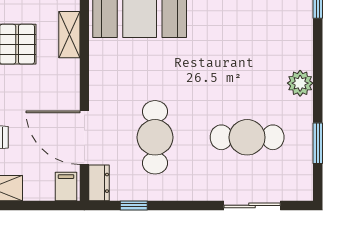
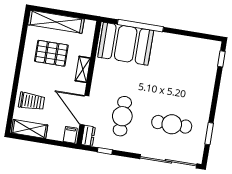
shelving: (69, 35) -> (83, 69), moved
plant: (300, 83) -> (205, 100), removed
sliding door: (252, 205) -> (168, 161), width x1.86

